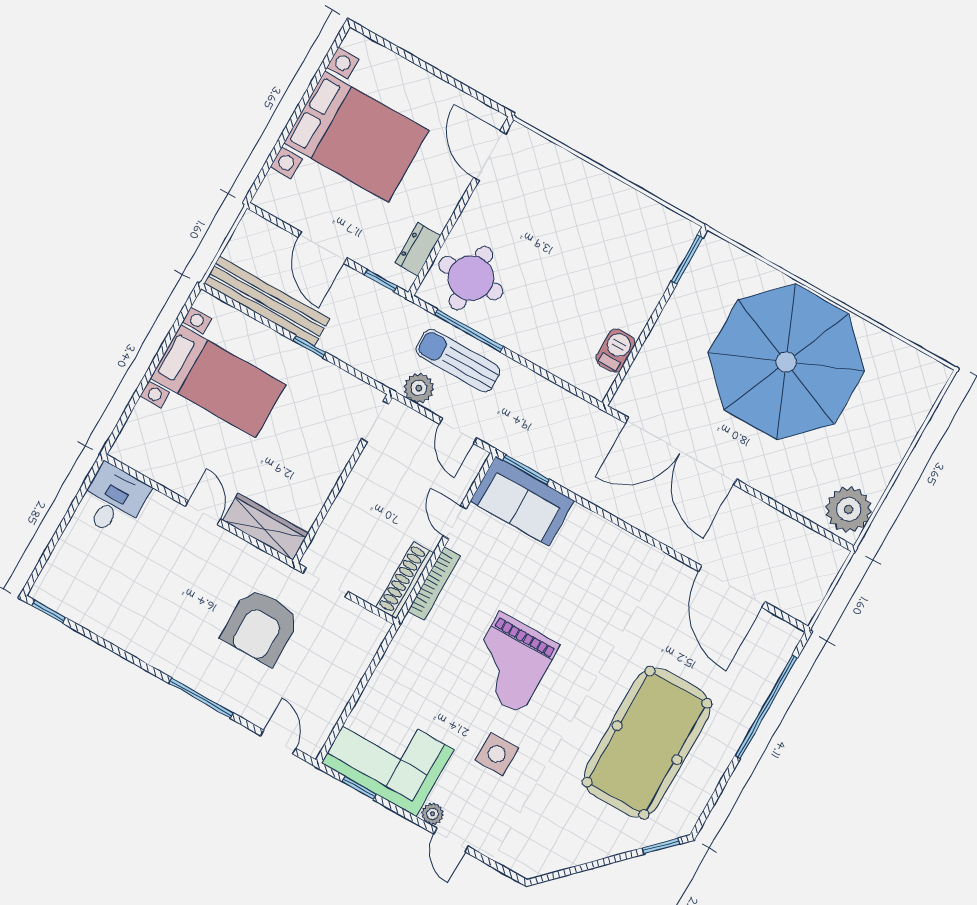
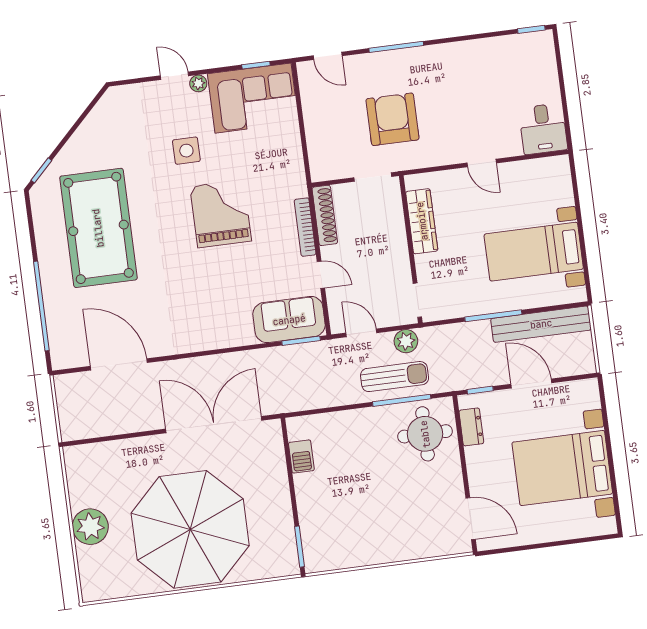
window: (309, 347) -> (493, 316), width x2.17
plant: (849, 509) -> (90, 527), moved
wardrobe: (265, 527) -> (422, 221), moved, turned -90

